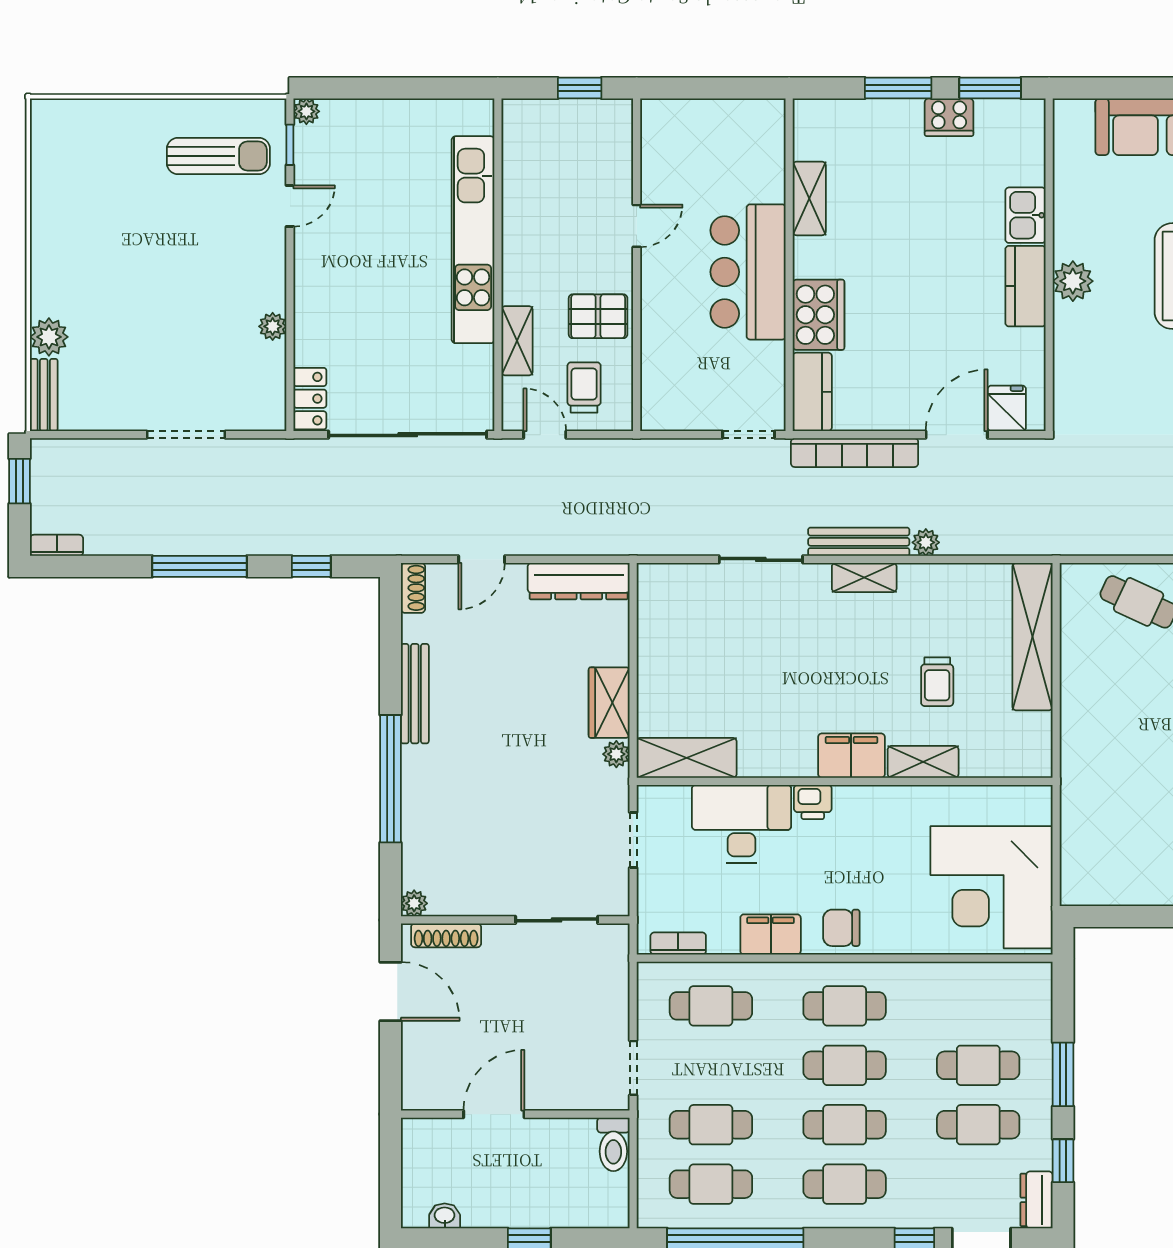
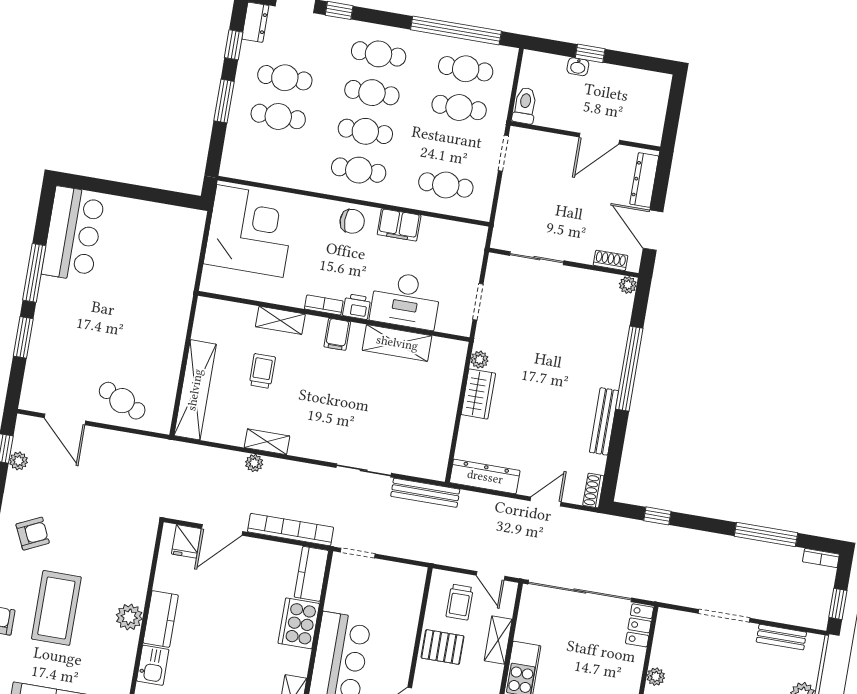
bench: (44, 395) -> (781, 637), moved, turned 90
bench: (859, 542) -> (425, 493), moved
window: (200, 566) -> (766, 534), moved
shelving: (864, 578) -> (267, 442), moved
filing cabinet: (851, 756) -> (337, 334), width x0.50
shelving: (687, 758) -> (397, 343), moved
shoe rack: (446, 935) -> (611, 260), width x0.70
bookcase: (678, 944) -> (324, 305), moved, turned 180
dresser: (416, 1064) -> (644, 180), added
washbasin: (445, 1216) -> (578, 67), moved

